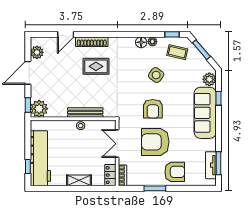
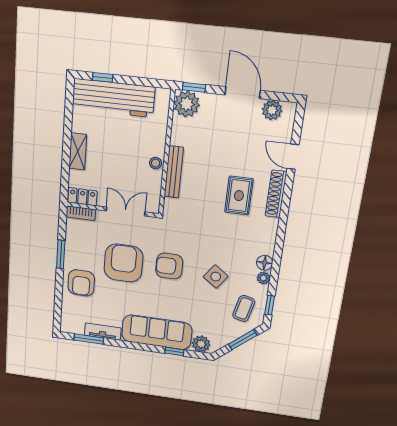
tv unit: (211, 165) -> (103, 332), moved

